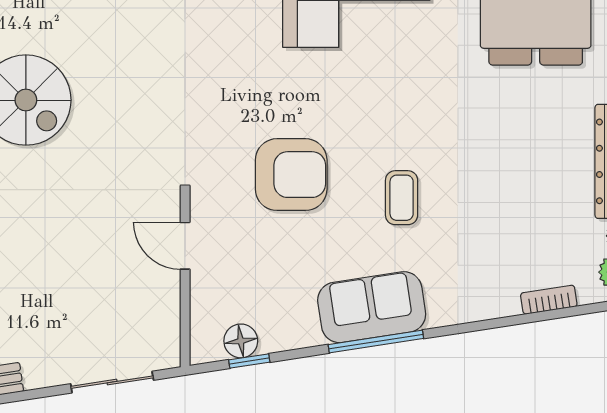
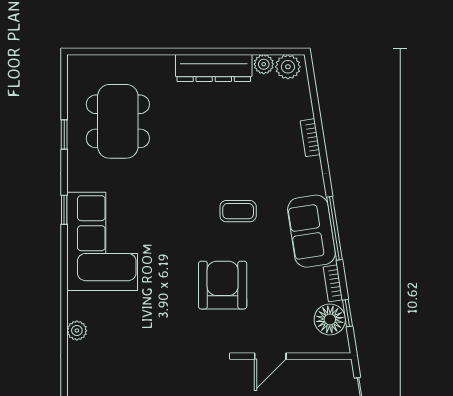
bookcase: (549, 300) -> (310, 138), moved
bookcase: (294, 339) -> (333, 283), added
floor lamp: (241, 341) -> (330, 319), width x1.38, depth x1.38

